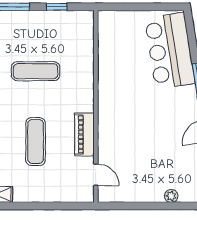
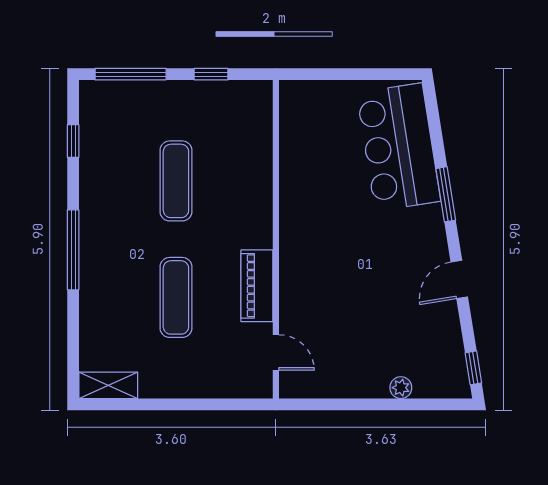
exercise mat: (36, 71) -> (176, 181), turned 90

